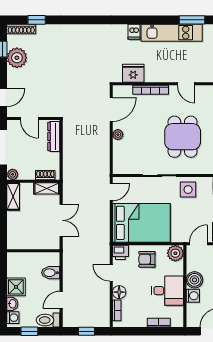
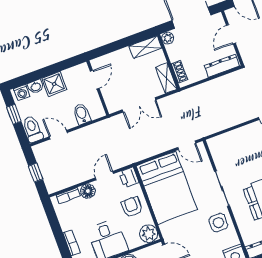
plant: (118, 135) -> (248, 130), removed
door: (25, 251) -> (95, 80), added

